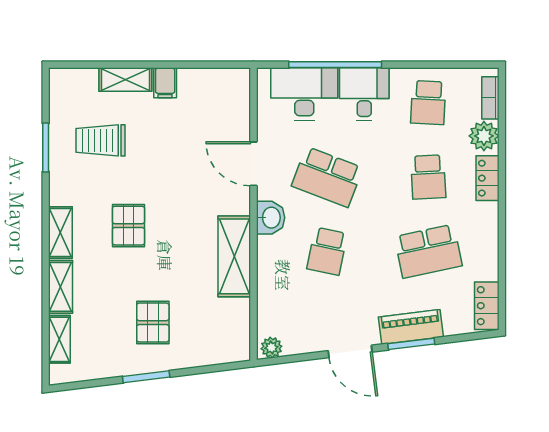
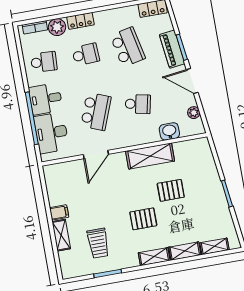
washbasin: (271, 218) -> (169, 131), moved
pallet: (153, 323) -> (171, 190), moved
plant: (271, 348) -> (194, 113), moved
door: (350, 351) -> (192, 81), swing flipped

